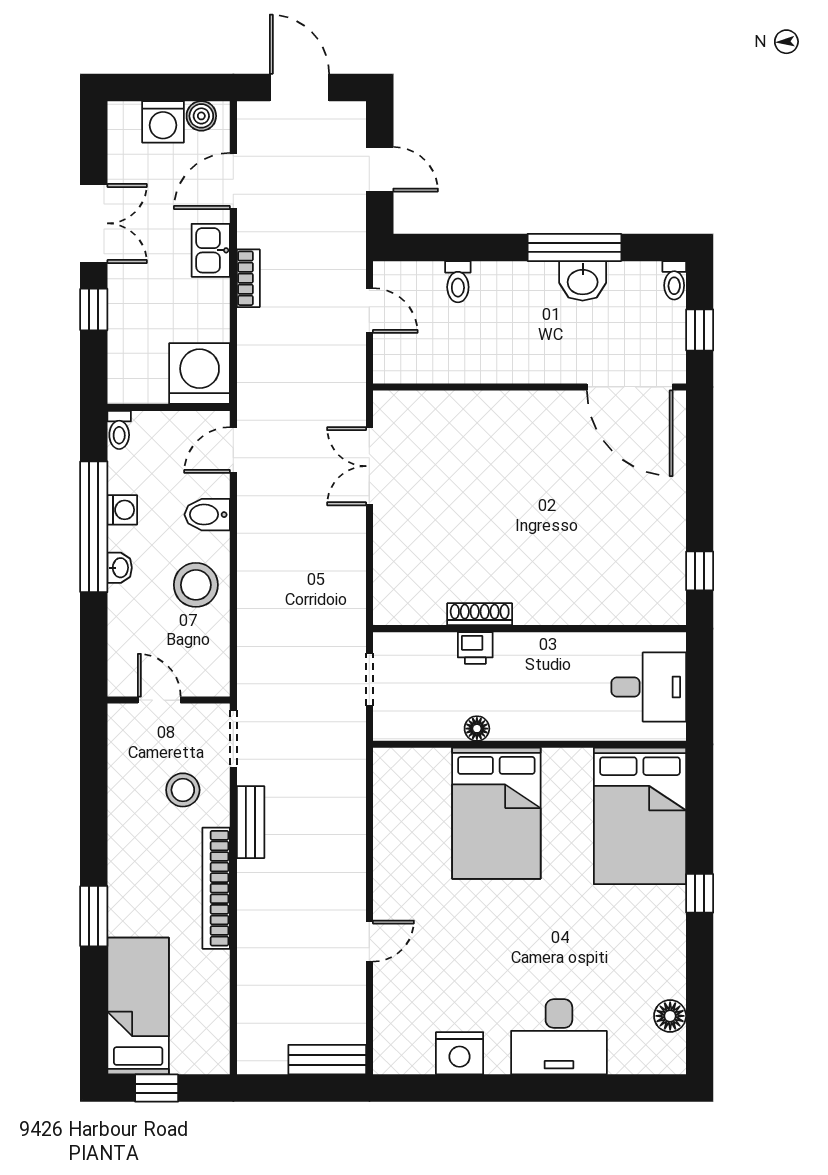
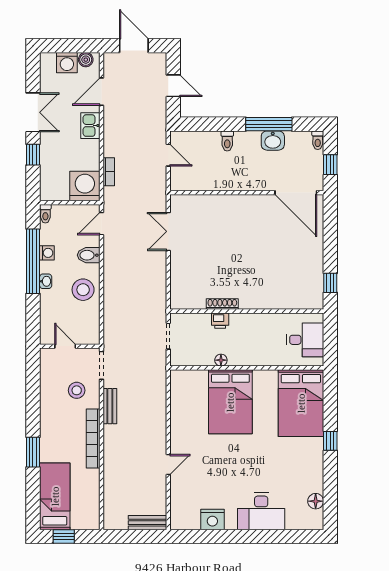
bookcase: (248, 278) -> (109, 172), moved
toilet: (458, 282) -> (227, 141), moved

